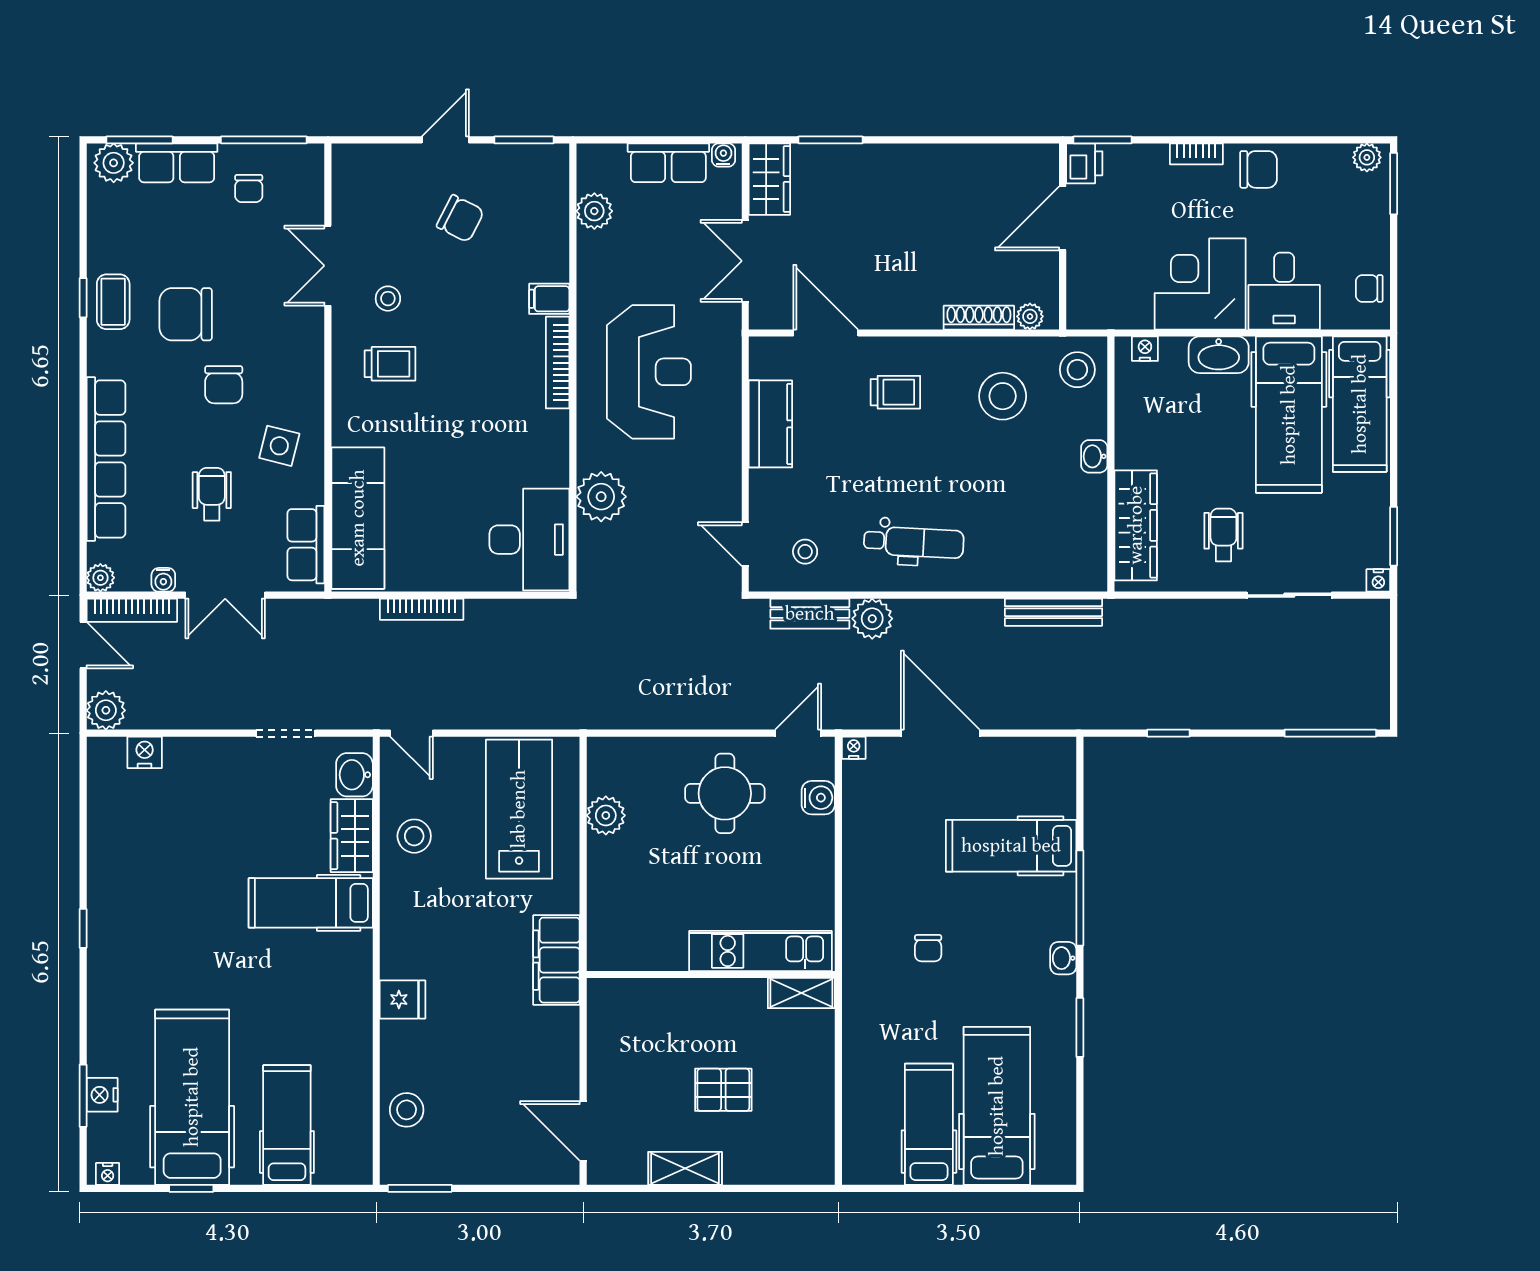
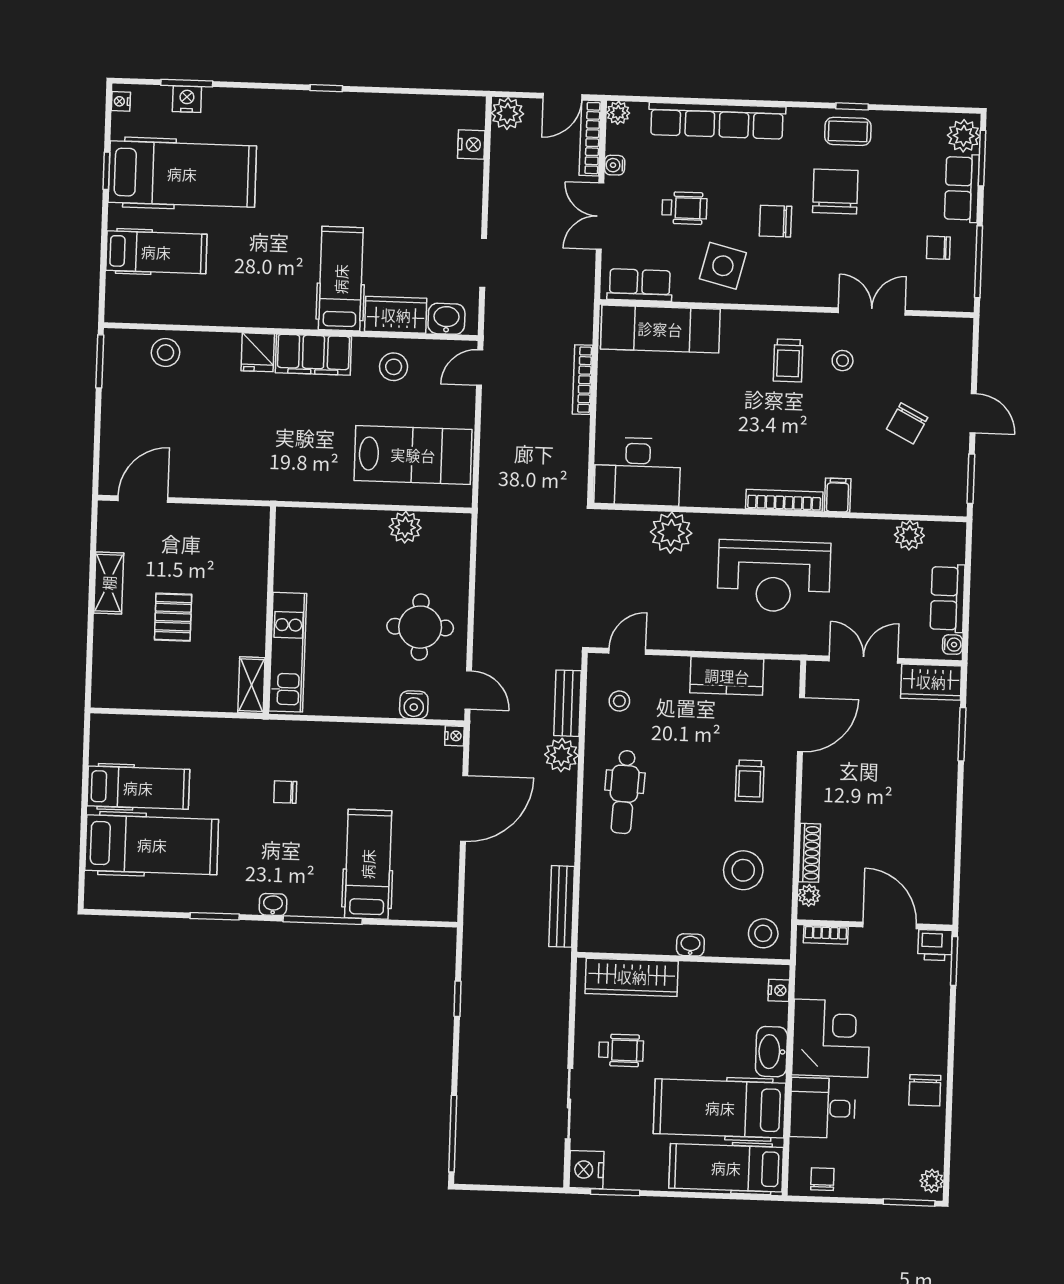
bookcase: (1196, 154) -> (826, 935), moved, turned -90
side table: (279, 446) -> (723, 266), width x1.37, depth x1.37
nightstand: (1378, 580) -> (586, 1170), width x1.89, depth x1.79
filing cabinet: (556, 960) -> (313, 355), moved, turned 180

